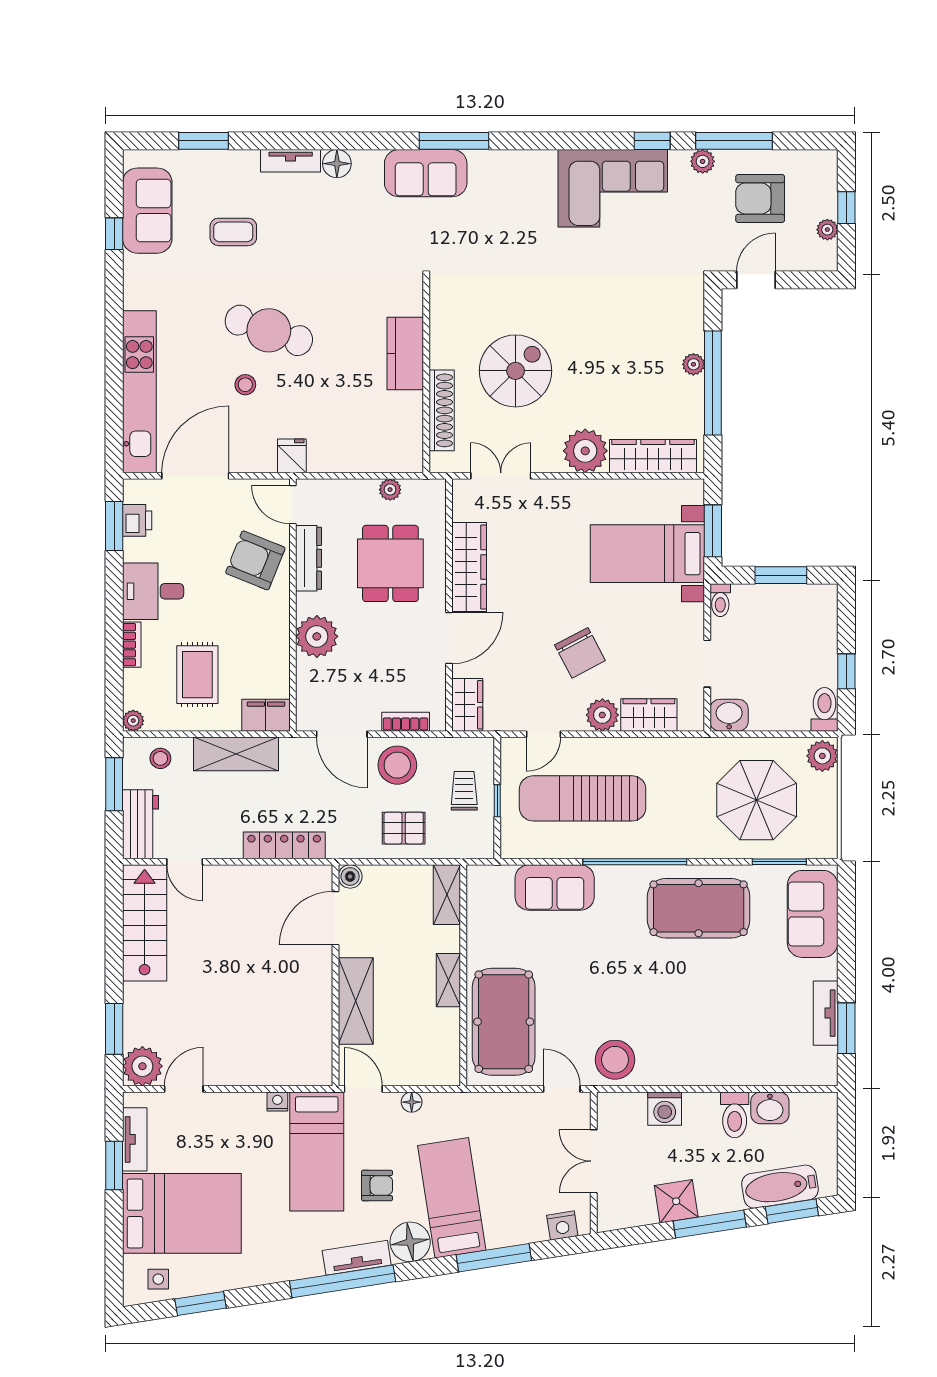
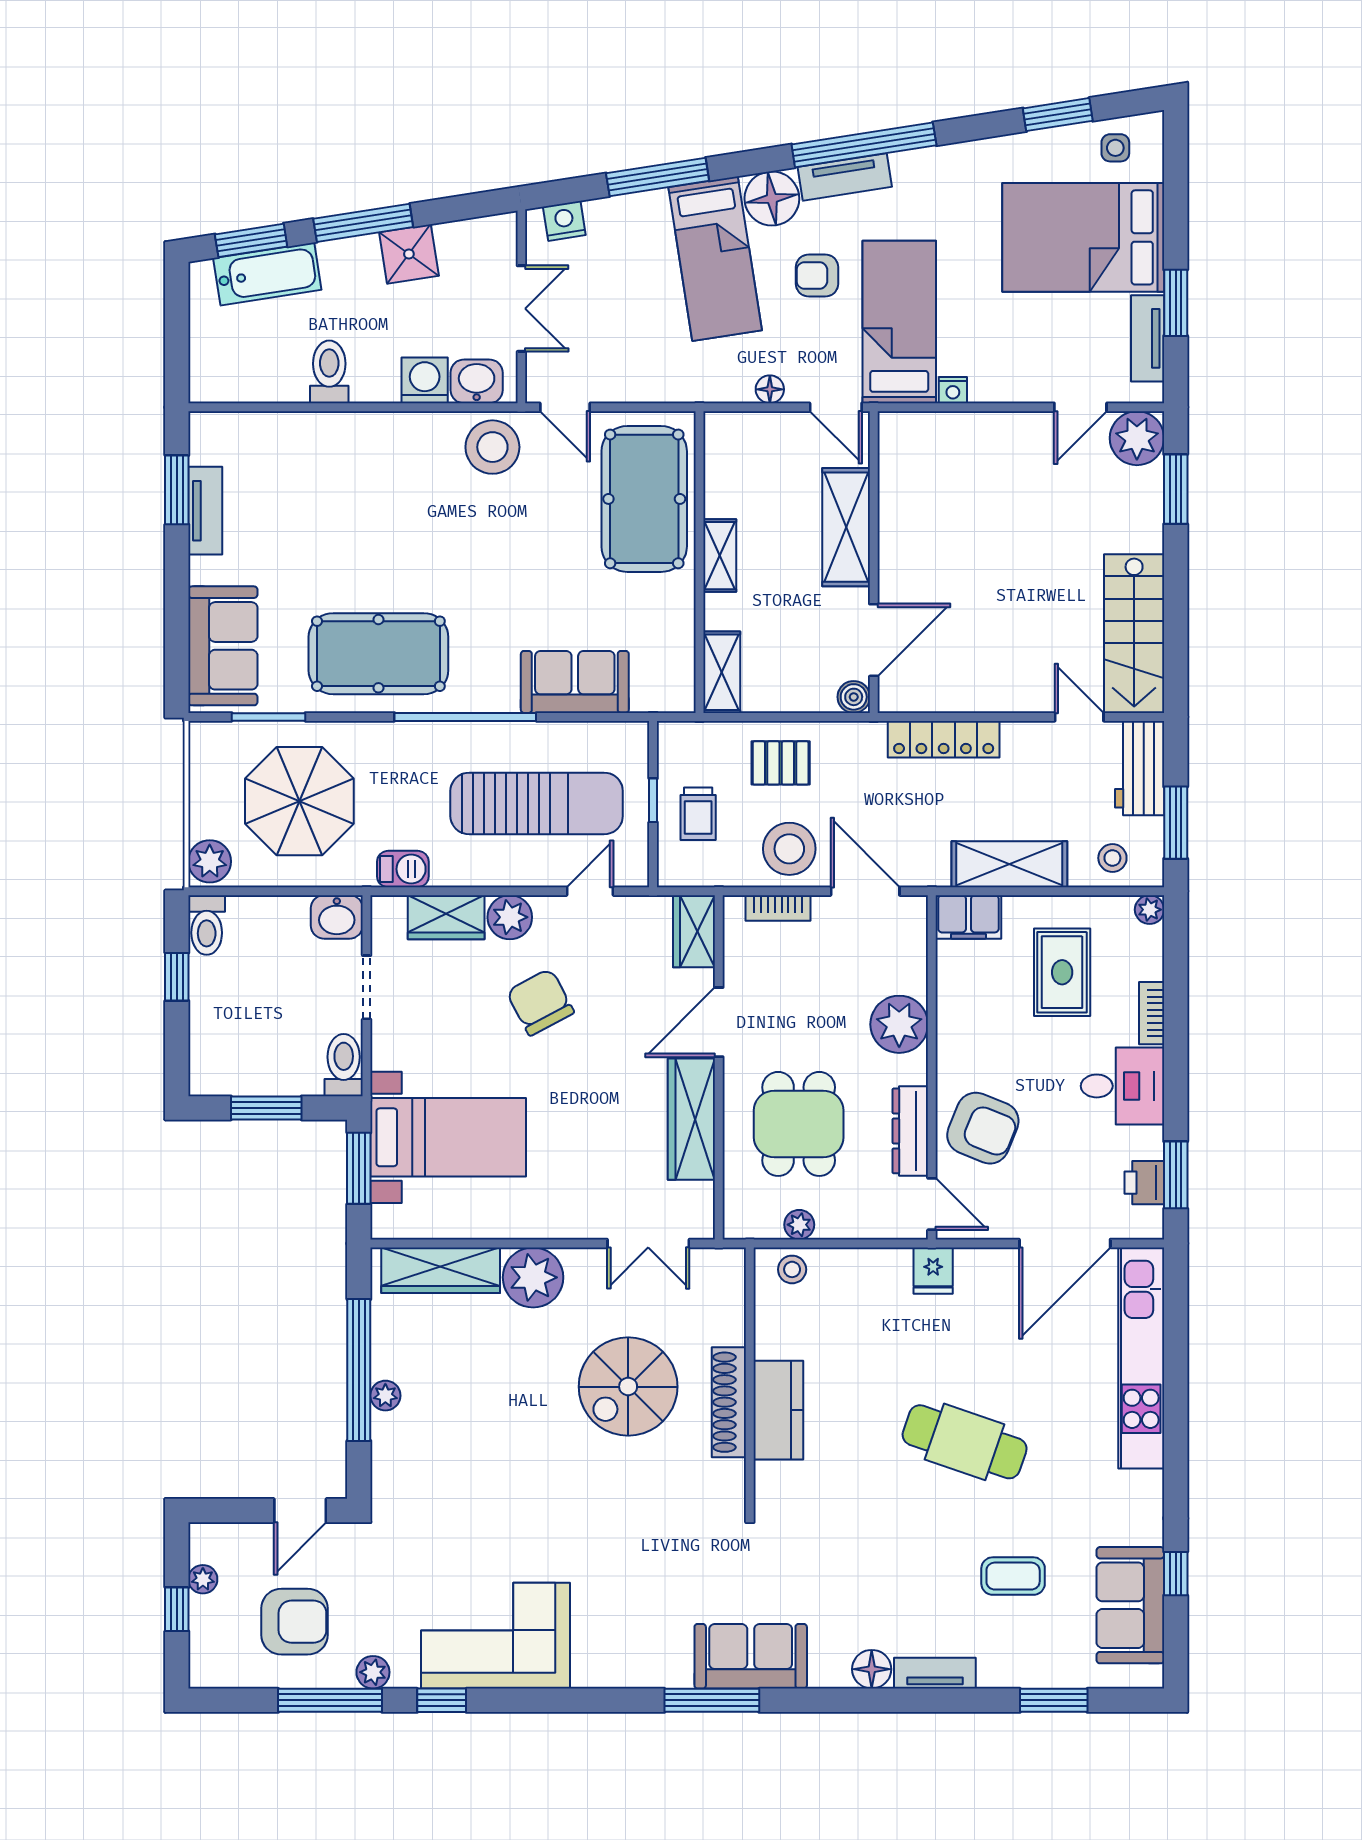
stool: (245, 385) -> (792, 1269), moved
shoe rack: (442, 410) -> (729, 1402), moved
toilet: (720, 600) -> (344, 1065), width x1.37, depth x1.39
barbecue: (681, 750) -> (403, 869), added
washbasin: (770, 1108) -> (477, 381), moved

